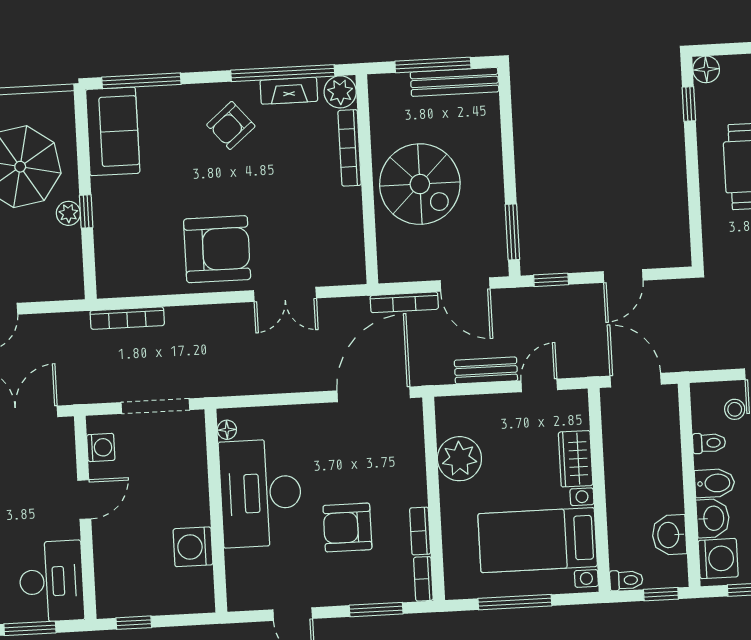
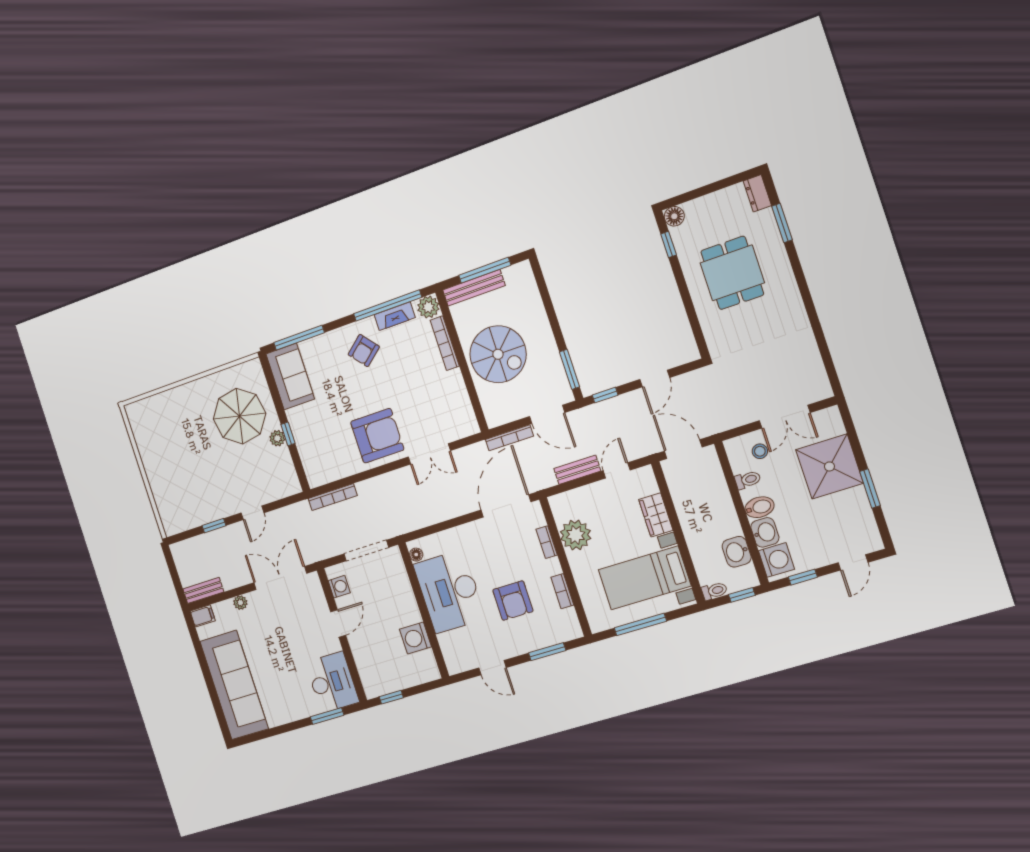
bench: (455, 82) -> (474, 288), moved
armchair: (347, 527) -> (513, 601), turned -90
bookcase: (423, 579) -> (547, 542), moved

